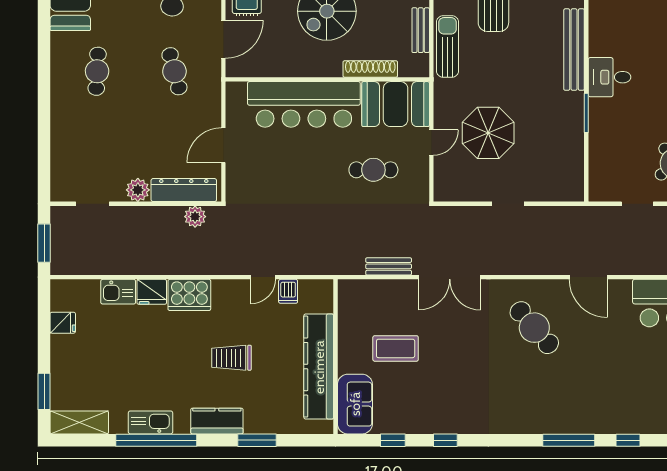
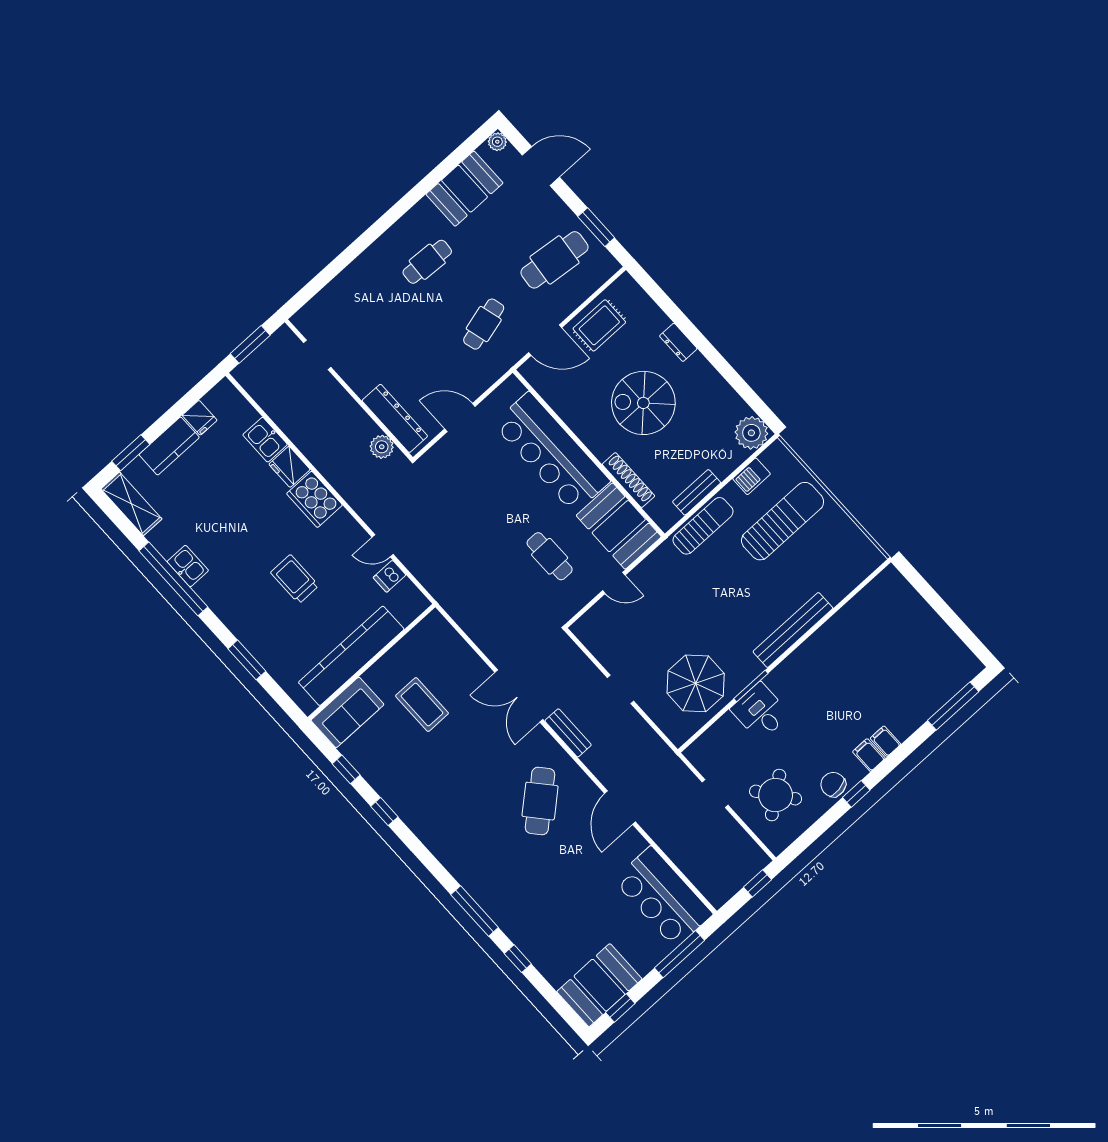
desk: (609, 77) -> (760, 712), moved
parasol: (488, 133) -> (696, 683), moved
plant: (138, 190) -> (361, 381), removed
bench: (389, 266) -> (568, 733), moved
kitchen counter: (217, 421) -> (169, 446), moved, turned 90
kitchen sink: (151, 422) -> (188, 566), width x0.73

